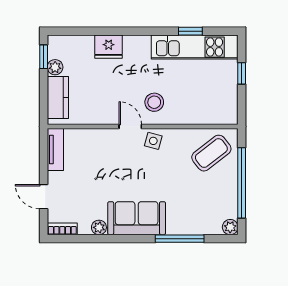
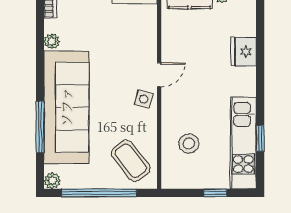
stool: (154, 102) -> (189, 143), moved
sofa: (137, 218) -> (66, 107), width x1.85, depth x1.27

